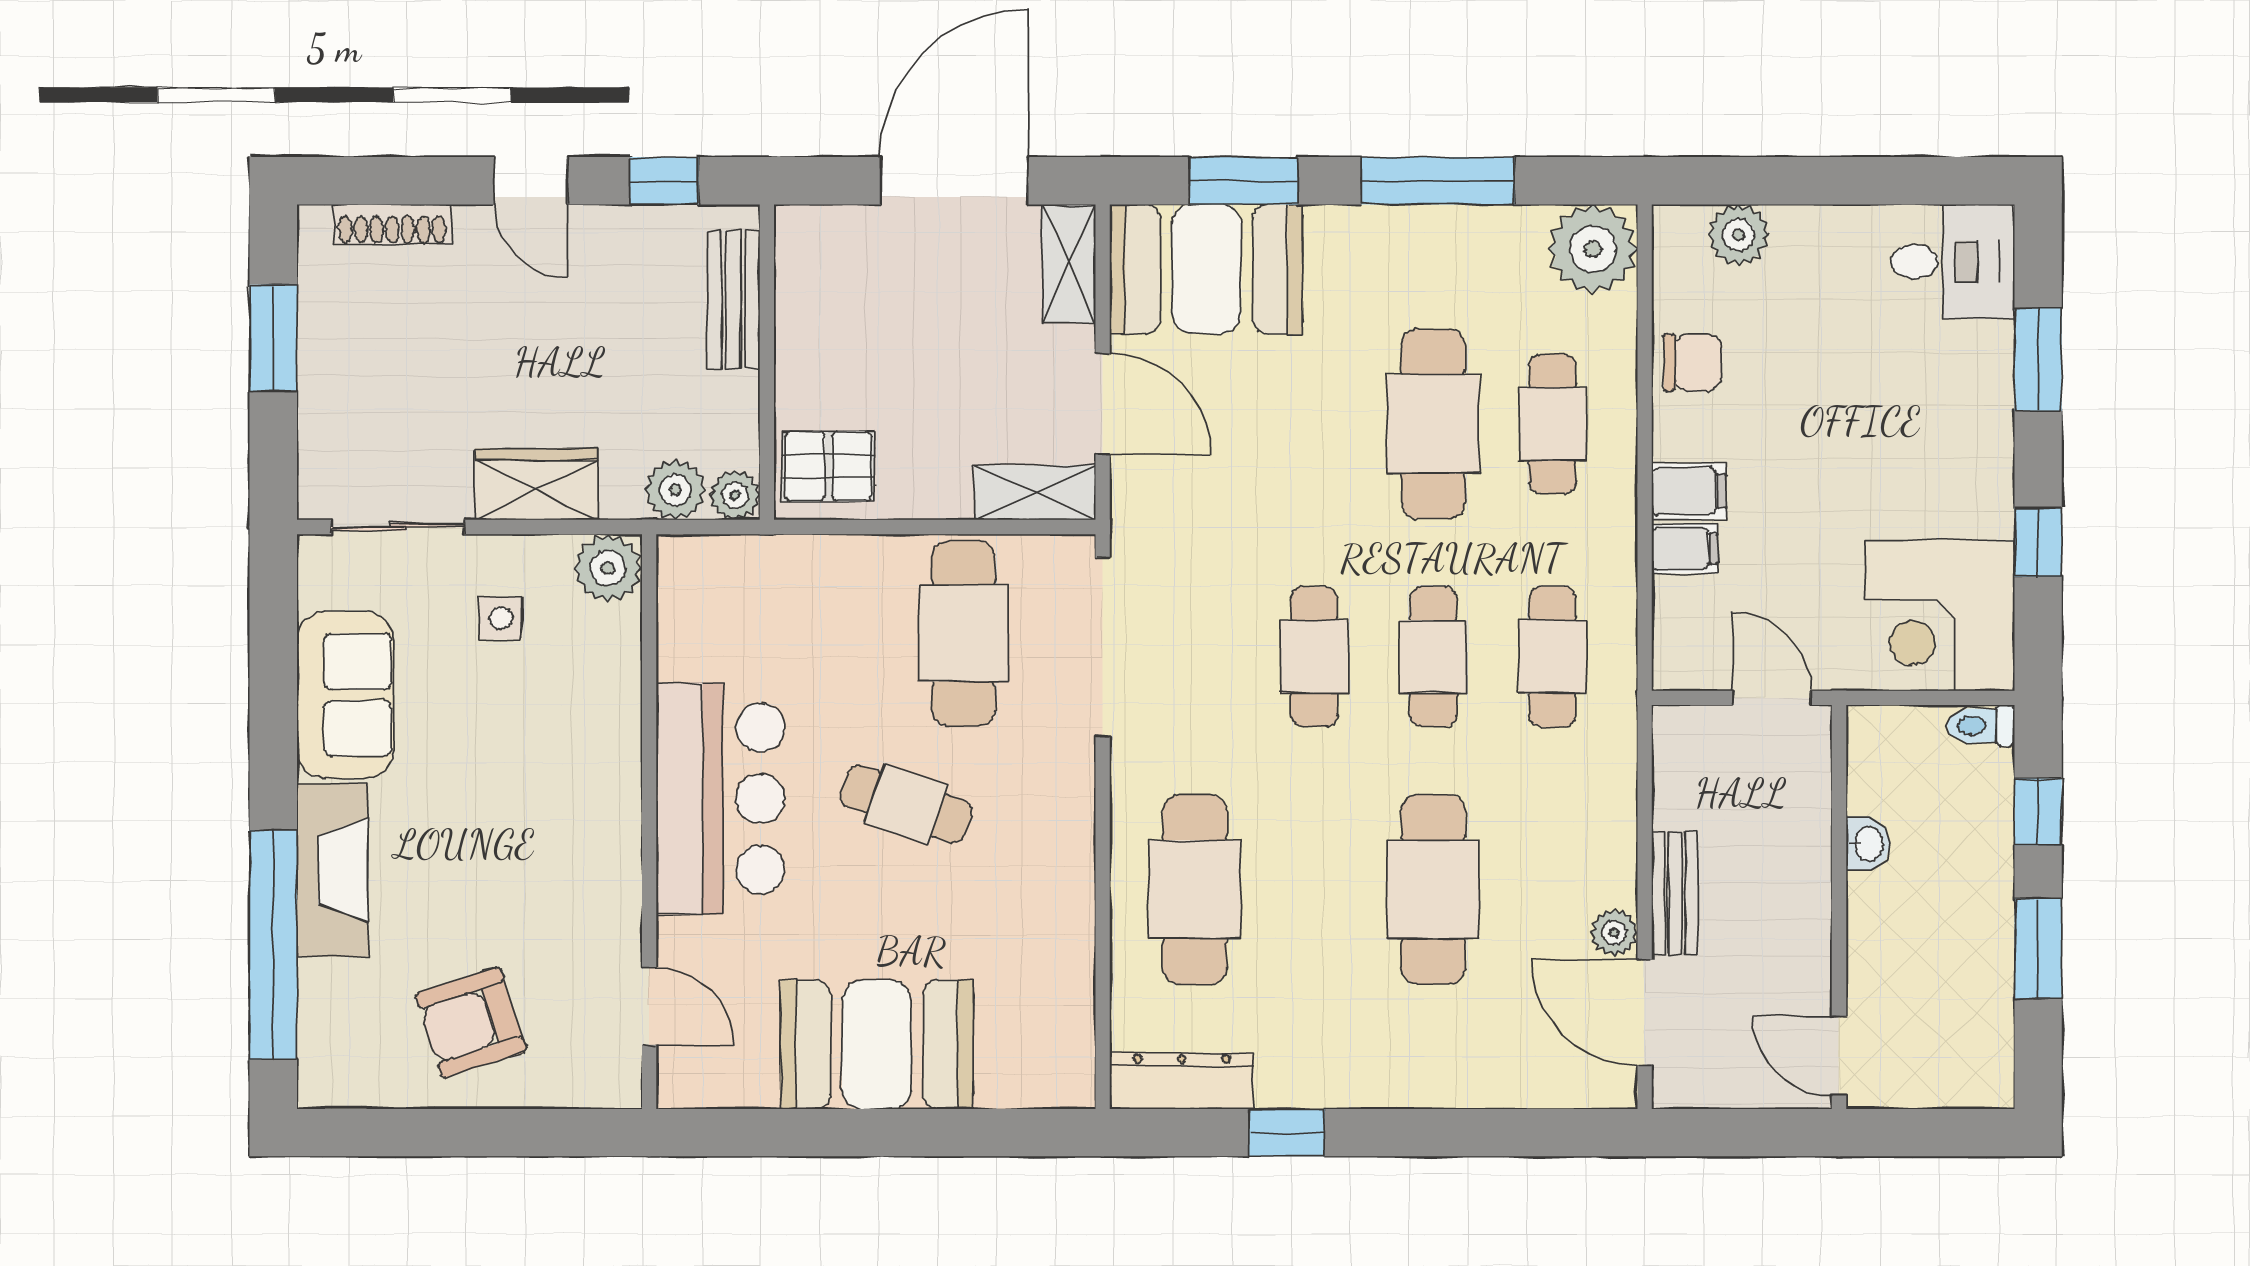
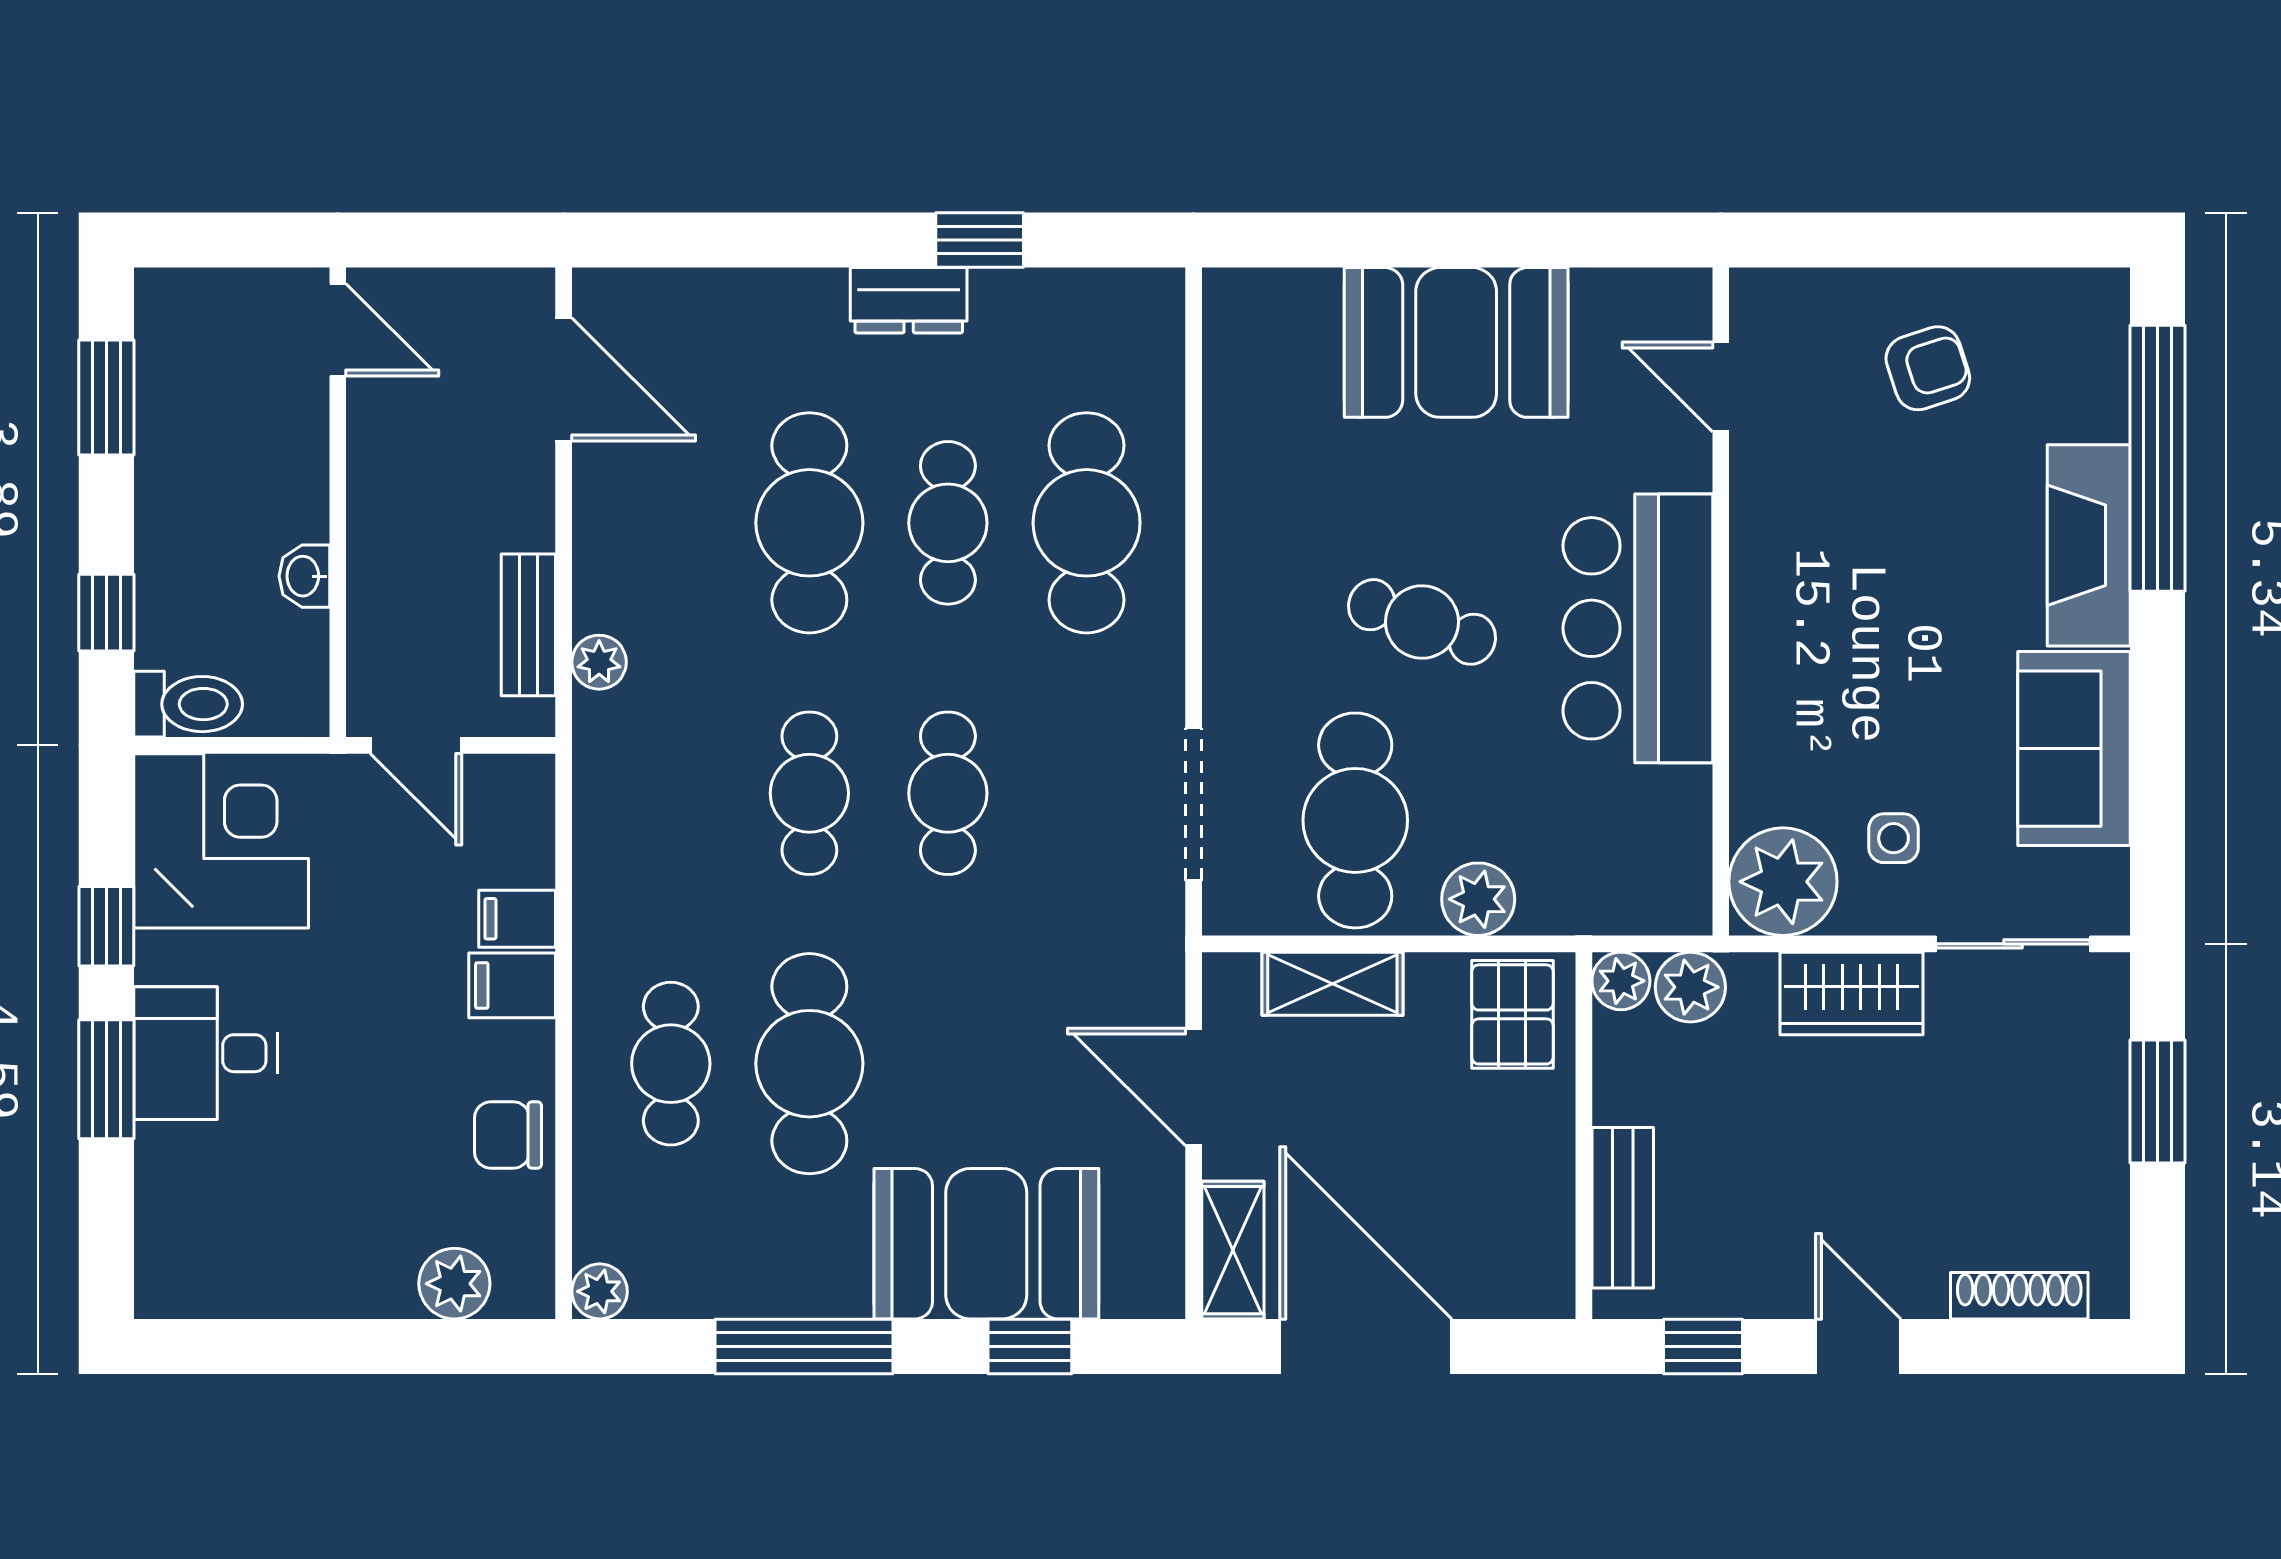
door: (954, 181) -> (1366, 1346), swing flipped
window: (1243, 181) -> (1030, 1346), width x0.67
plant: (1593, 249) -> (600, 1291), width x0.53, depth x0.53
desk: (1953, 262) -> (206, 1053), moved
booth: (1206, 269) -> (986, 1244), moved
window: (273, 338) -> (2158, 1102), moved
window: (2038, 359) -> (106, 1079), moved
pallet: (828, 466) -> (1512, 1014), turned 90
shelving: (1035, 493) -> (1332, 984), moved
plant: (858, 565) -> (1478, 899), added
plant: (608, 568) -> (1783, 882), width x1.36, depth x1.36
doorway: (1103, 647) -> (1194, 804), width x0.73
cafe table: (1552, 657) -> (948, 523), moved
toilet: (1981, 726) -> (188, 704), width x1.37, depth x1.39
bench: (1675, 893) -> (528, 625), moved
plant: (1614, 933) -> (599, 662), moved
window: (2038, 948) -> (106, 397), moved
armchair: (471, 1022) -> (1928, 368), width x0.72, depth x0.72
dresser: (1182, 1081) -> (909, 300), moved, width x0.70

